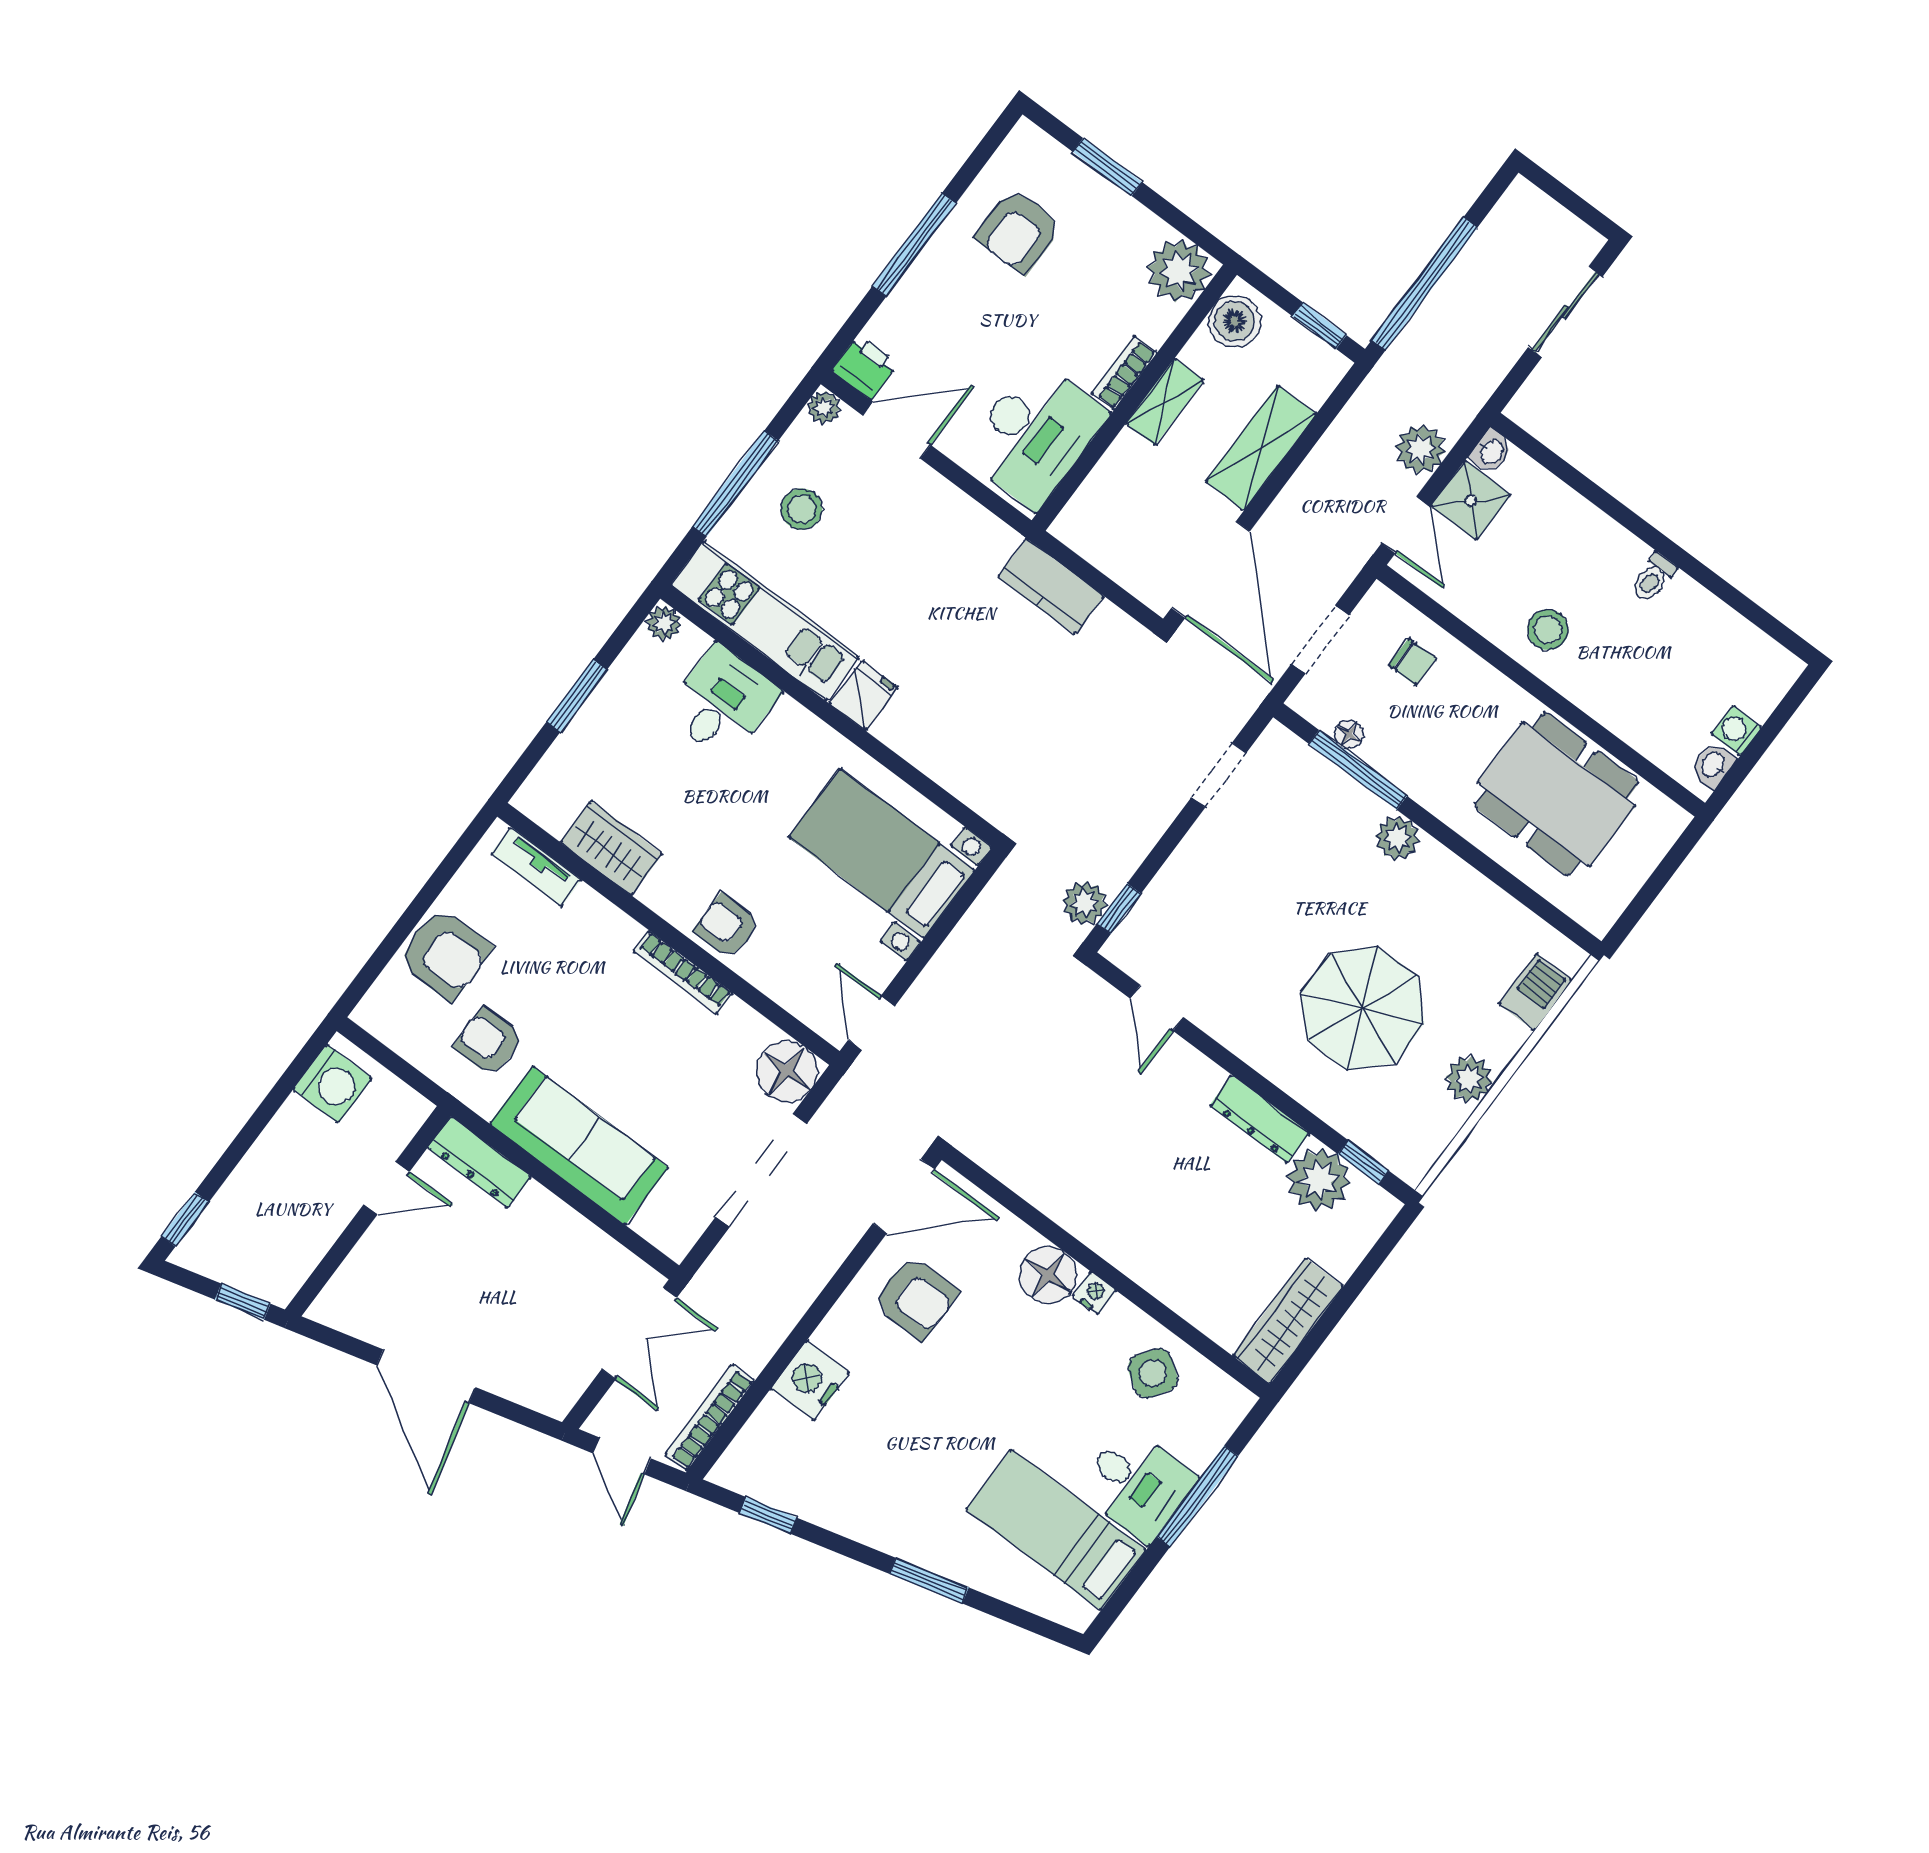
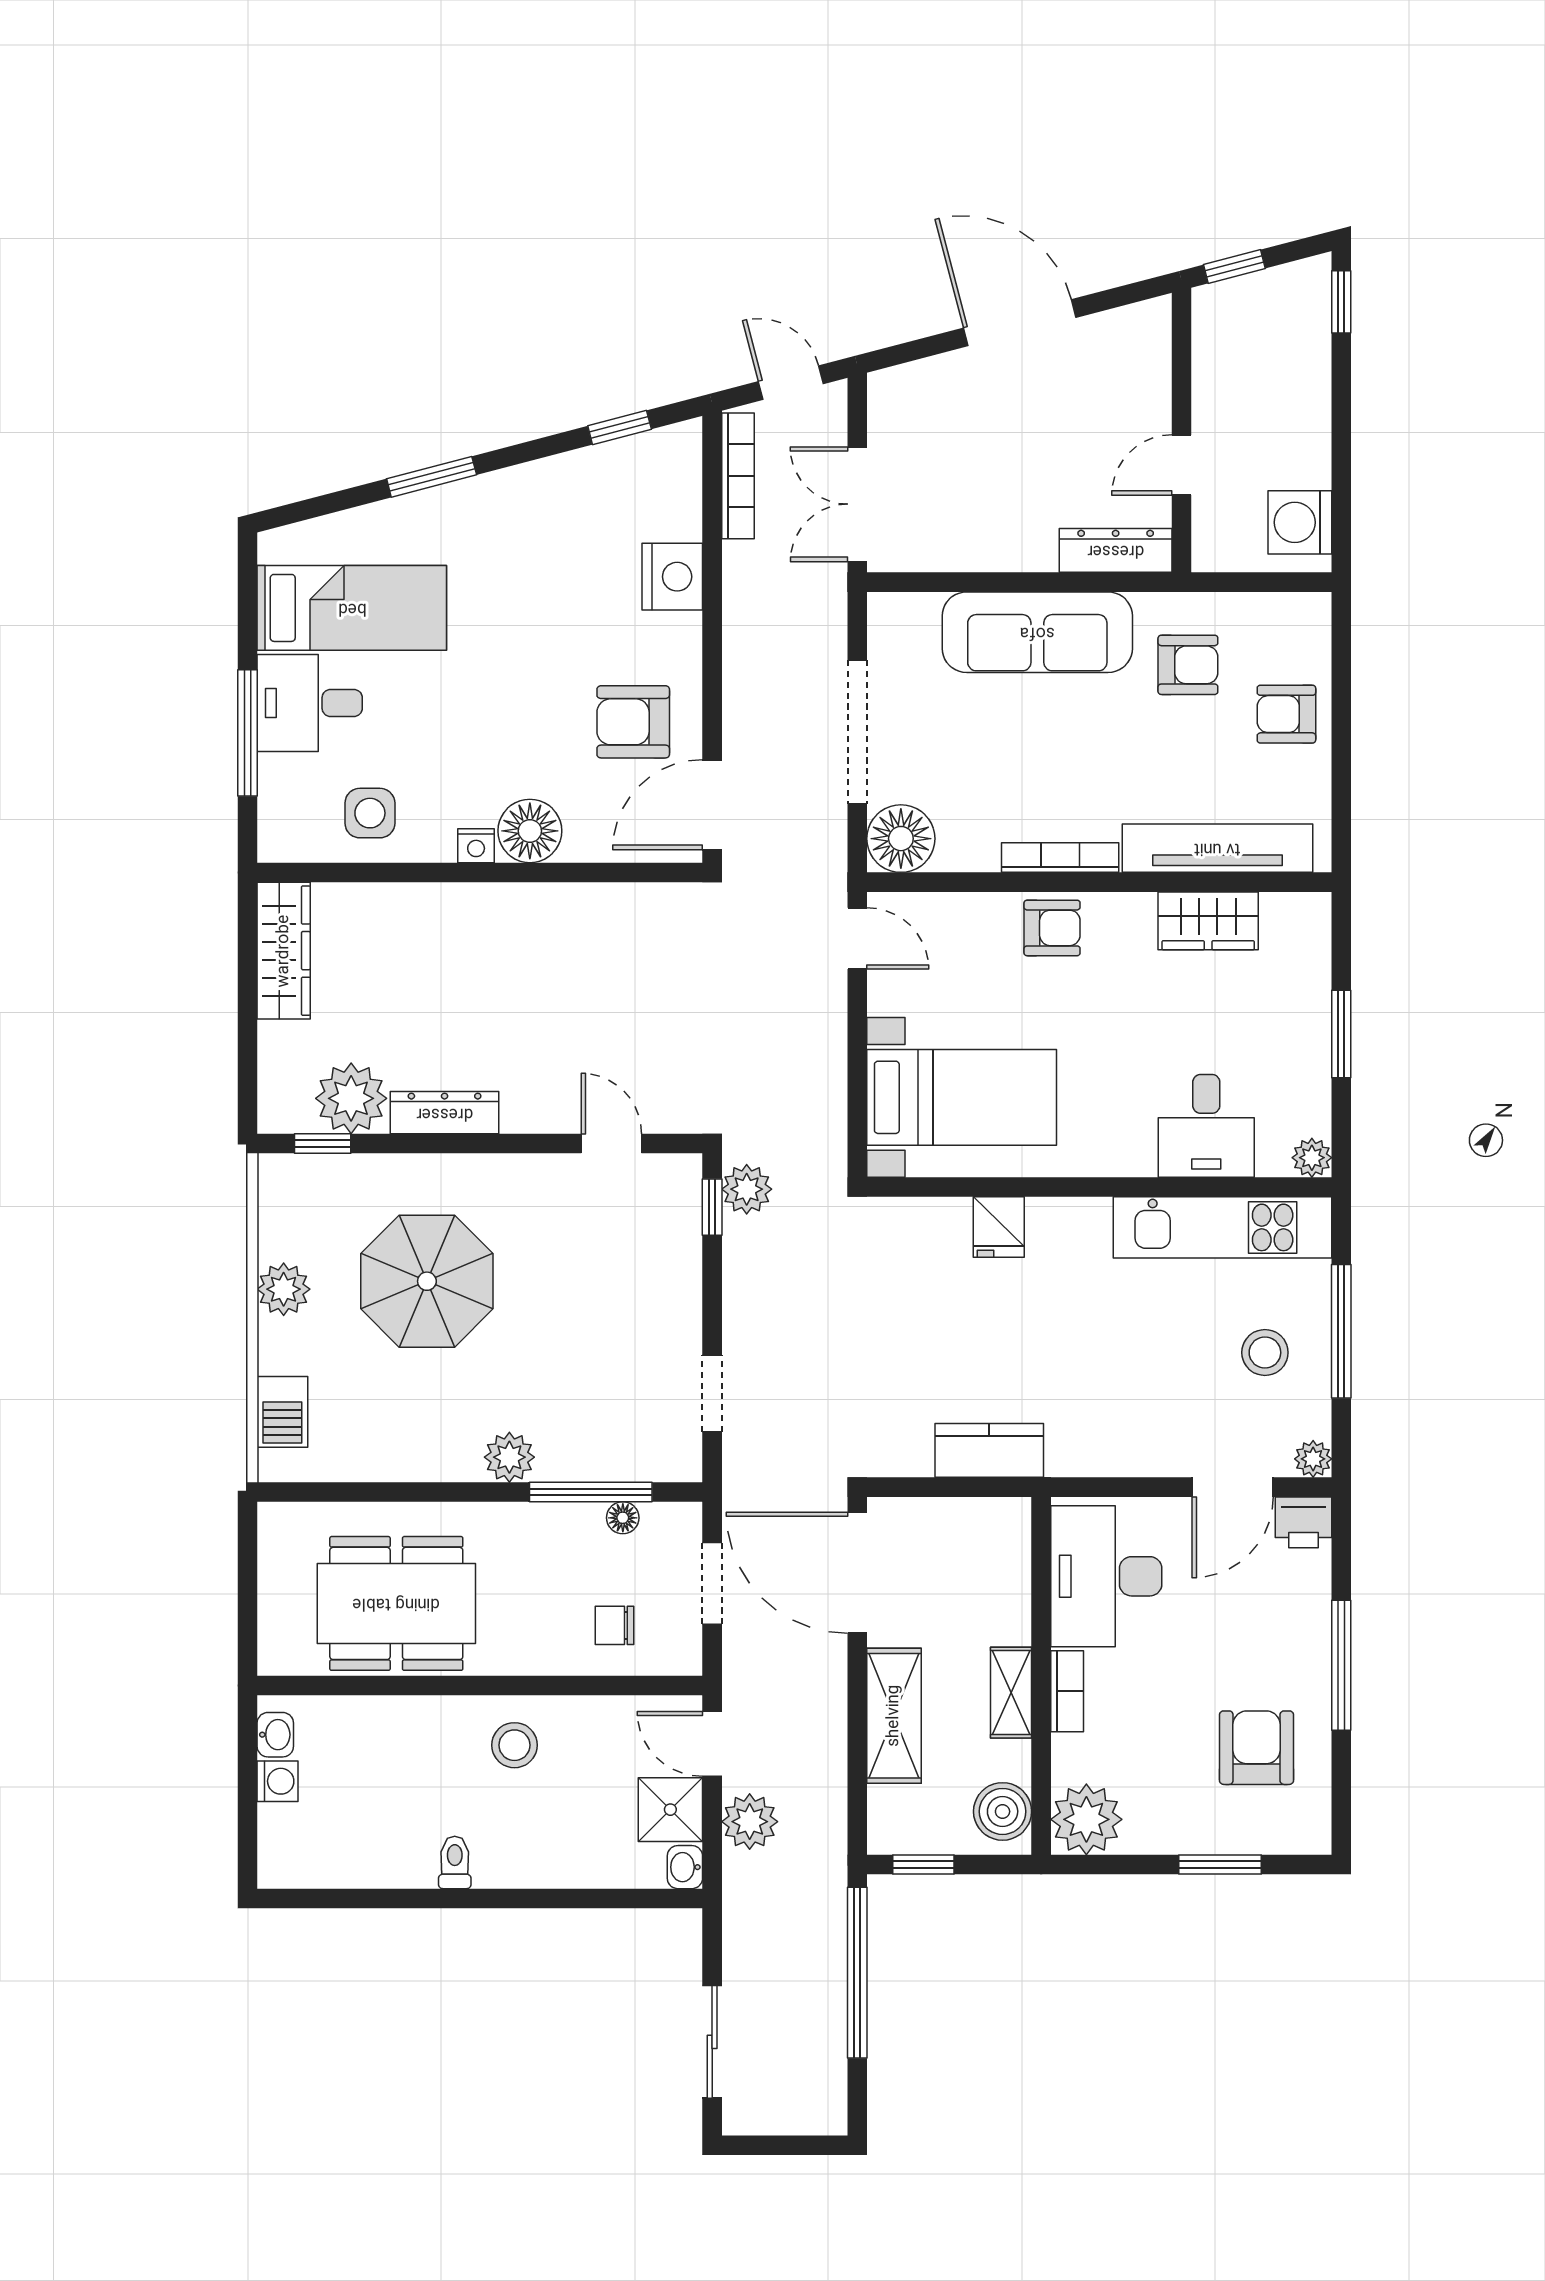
fridge: (864, 695) -> (999, 1227), moved
tv unit: (536, 867) -> (1217, 848), width x1.92, depth x1.29
armchair: (445, 954) -> (1286, 714), width x0.72, depth x0.72
side table: (1153, 1373) -> (370, 813), turned -34

